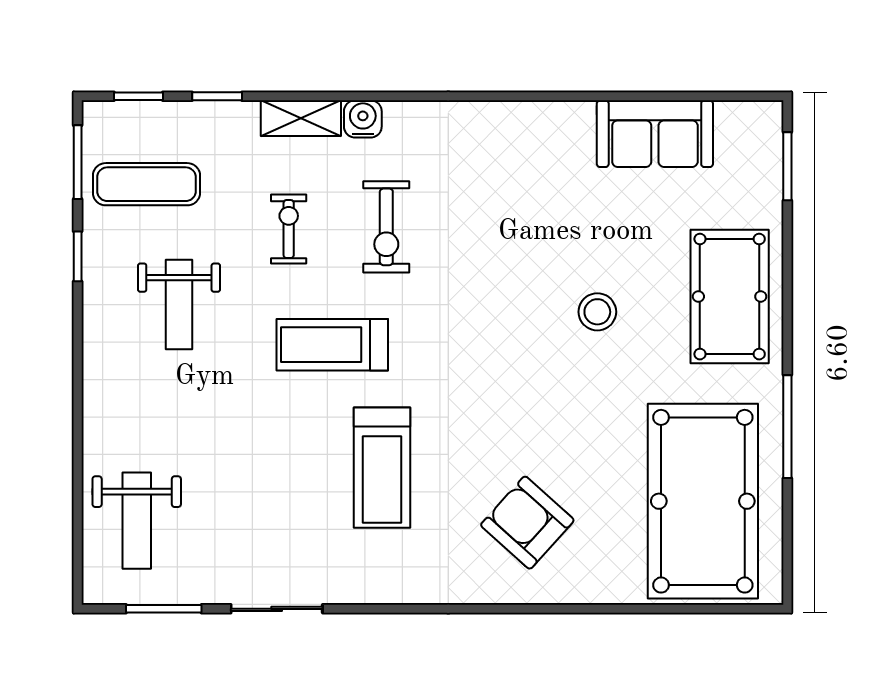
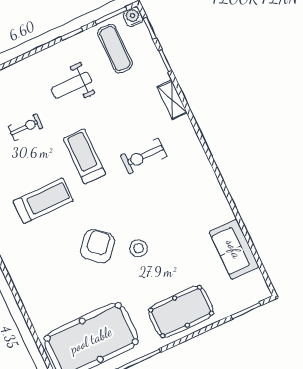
water cooler: (363, 119) -> (133, 17), moved, turned -90
exercise bike: (289, 229) -> (25, 127), moved
stool: (597, 312) -> (138, 248), moved
treadmill: (382, 468) -> (43, 201), turned 180
armchair: (527, 523) -> (98, 246), moved

